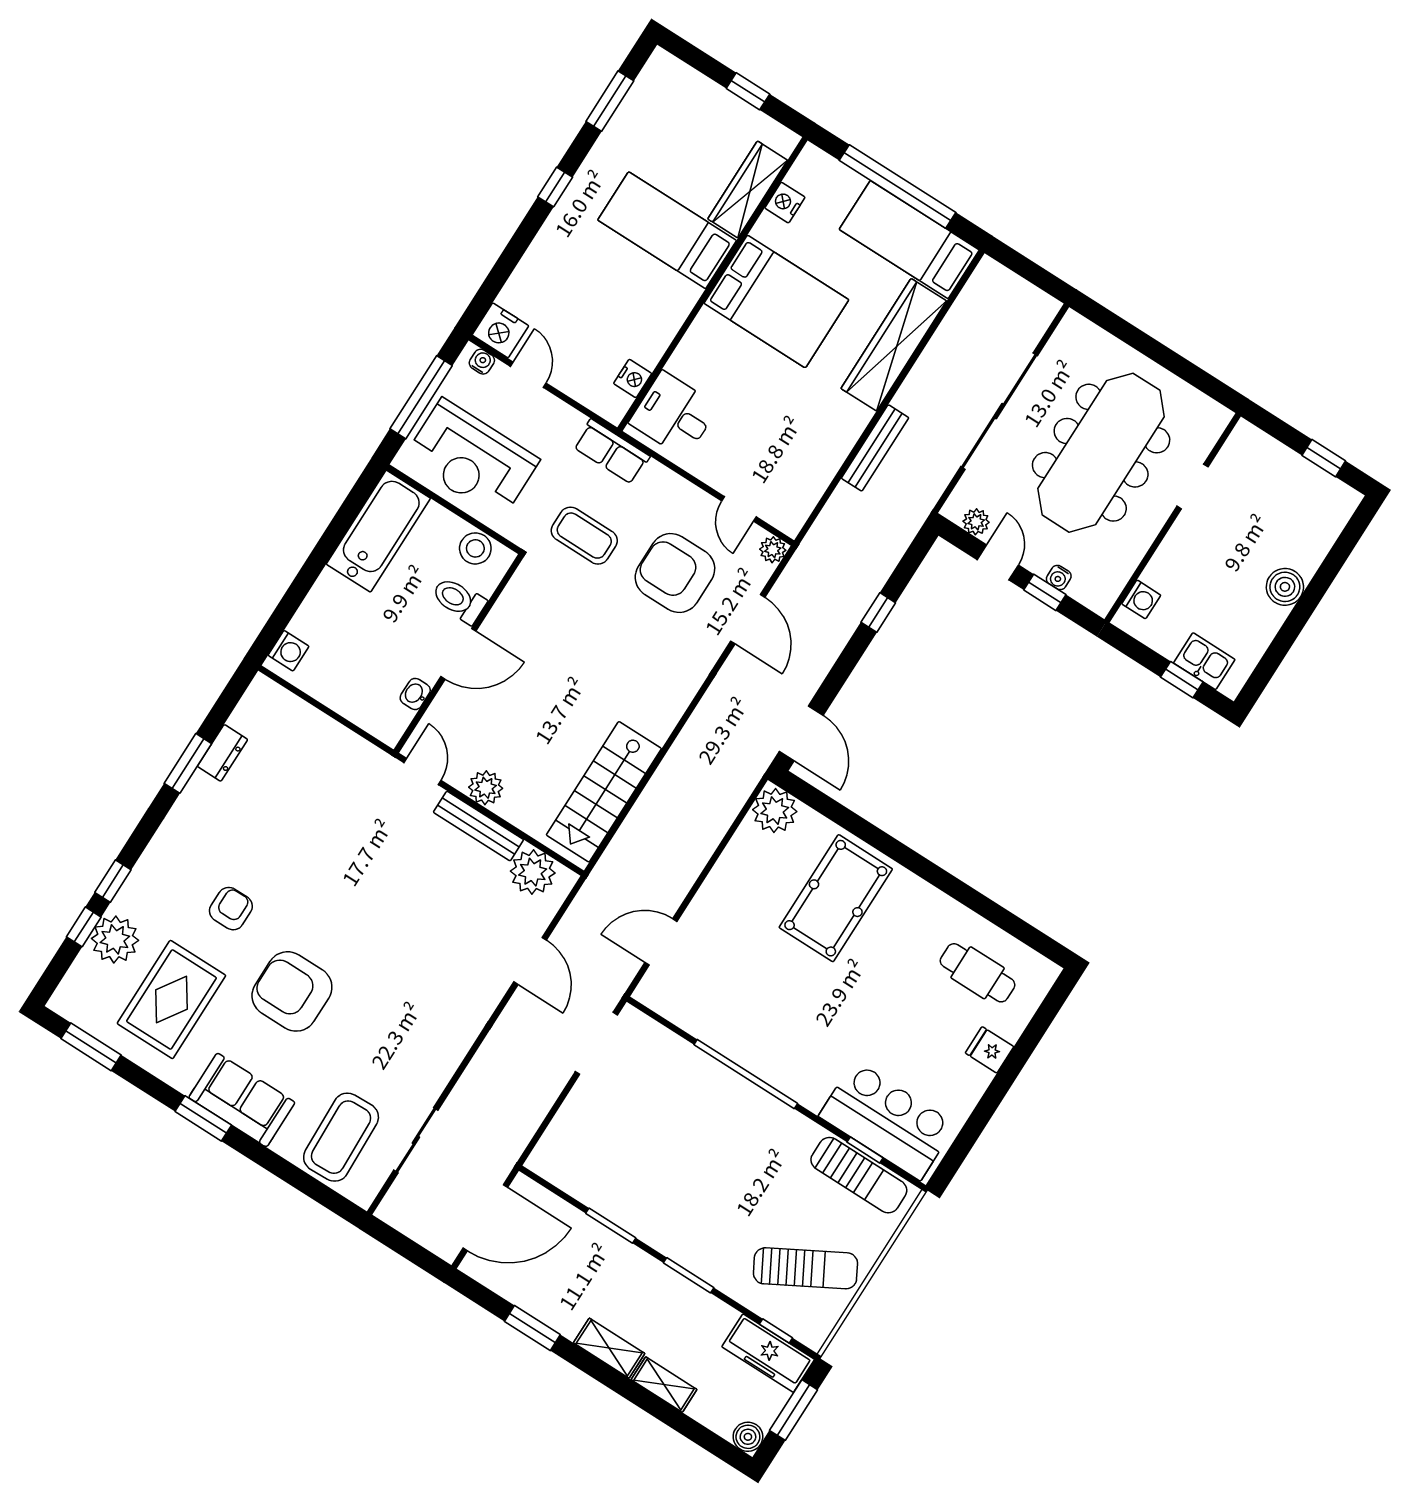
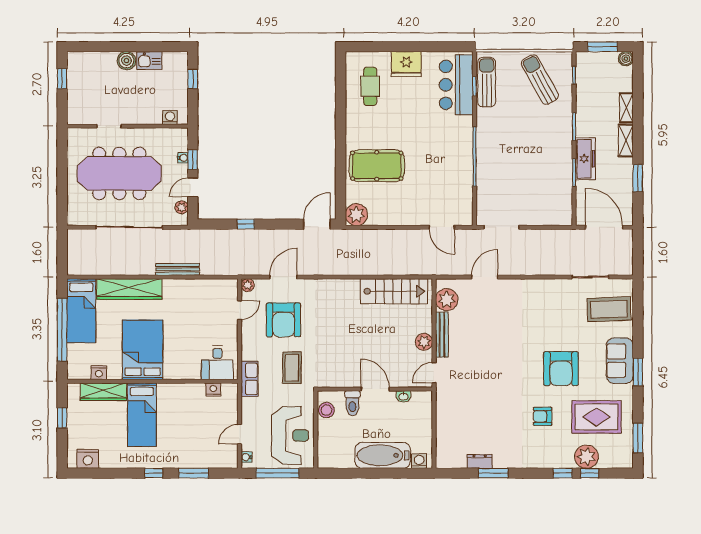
window: (610, 101) -> (194, 473), moved
nightstand: (500, 330) -> (88, 459), moved, turned 90
bathtub: (378, 531) -> (383, 455), moved
kitchen sink: (1204, 661) -> (149, 60), moved, turned -90
fridge: (990, 1050) -> (406, 64), width x1.88, depth x1.34
freezer: (768, 1353) -> (585, 159), moved

